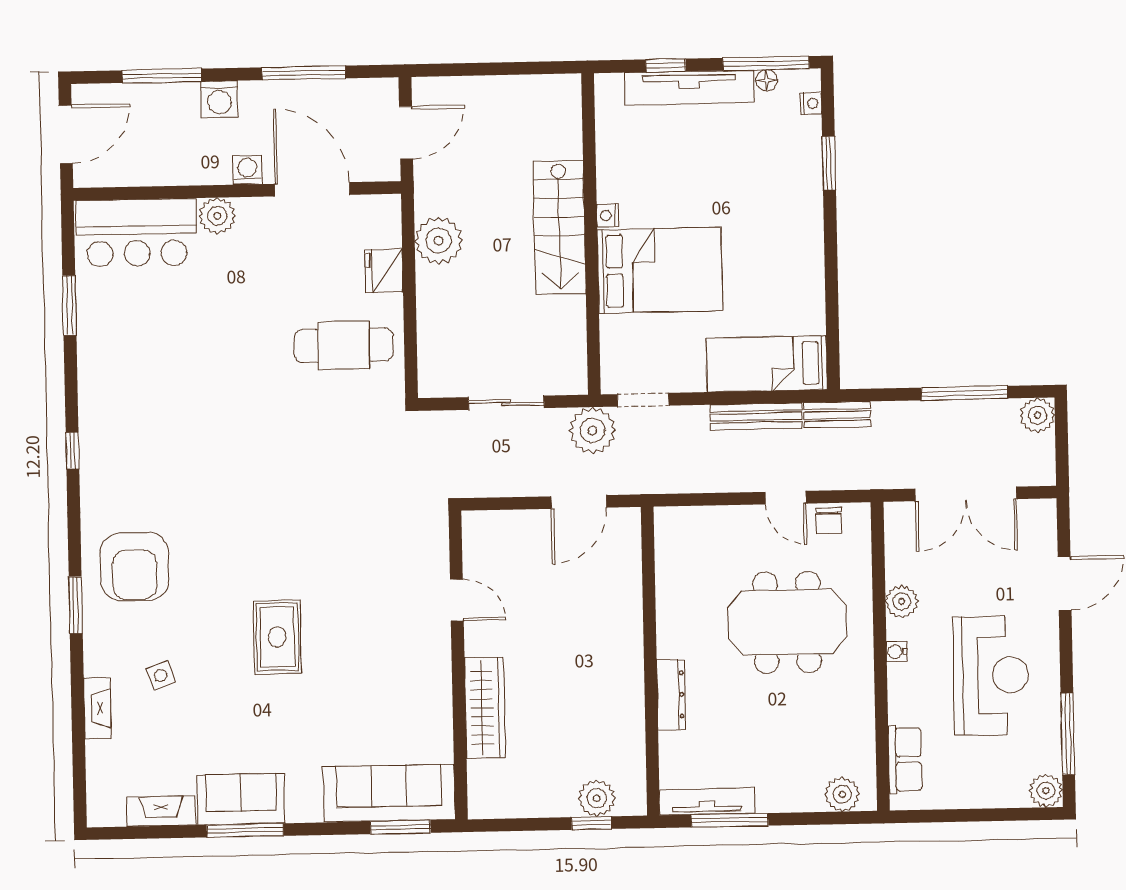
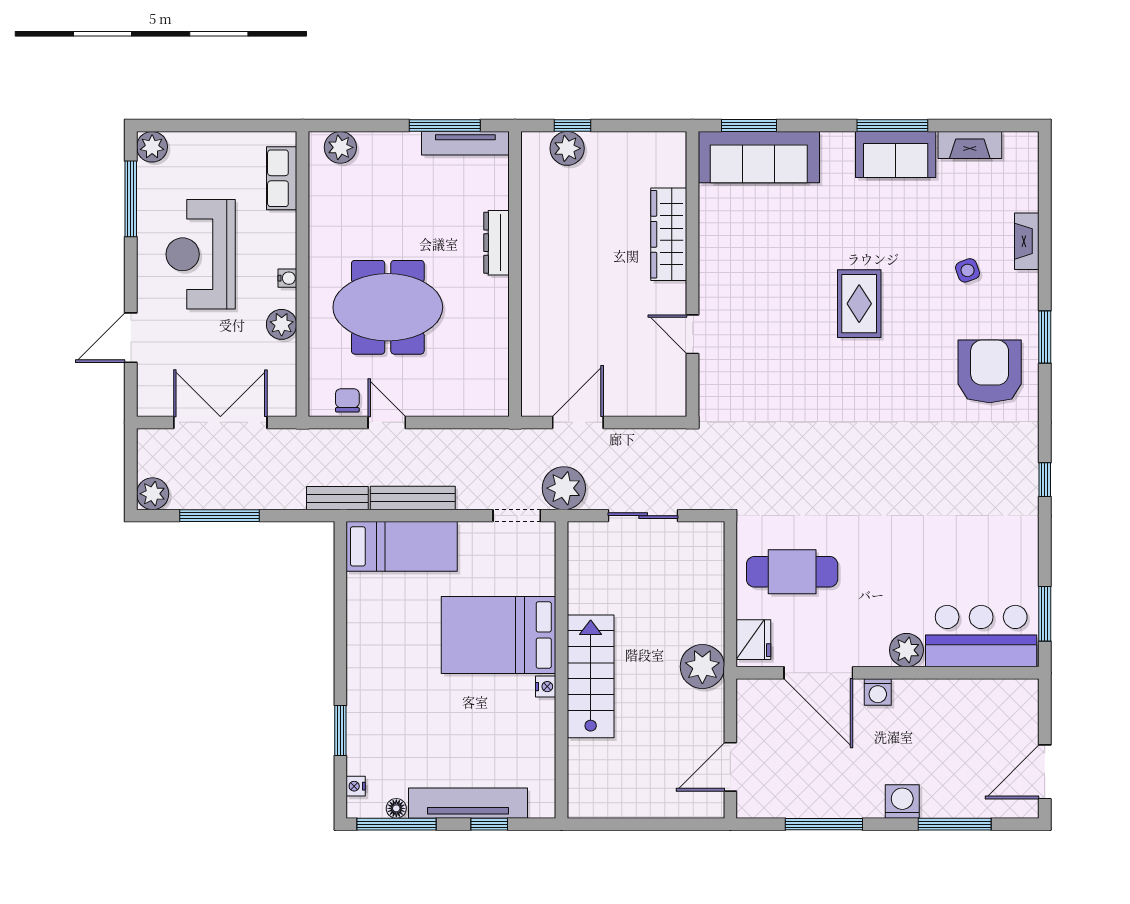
washing machine: (247, 170) -> (878, 692), moved
door: (312, 189) -> (818, 673), moved
wall: (237, 191) -> (888, 673), moved
plant: (217, 216) -> (906, 650), moved
bar counter: (137, 233) -> (981, 636), moved

